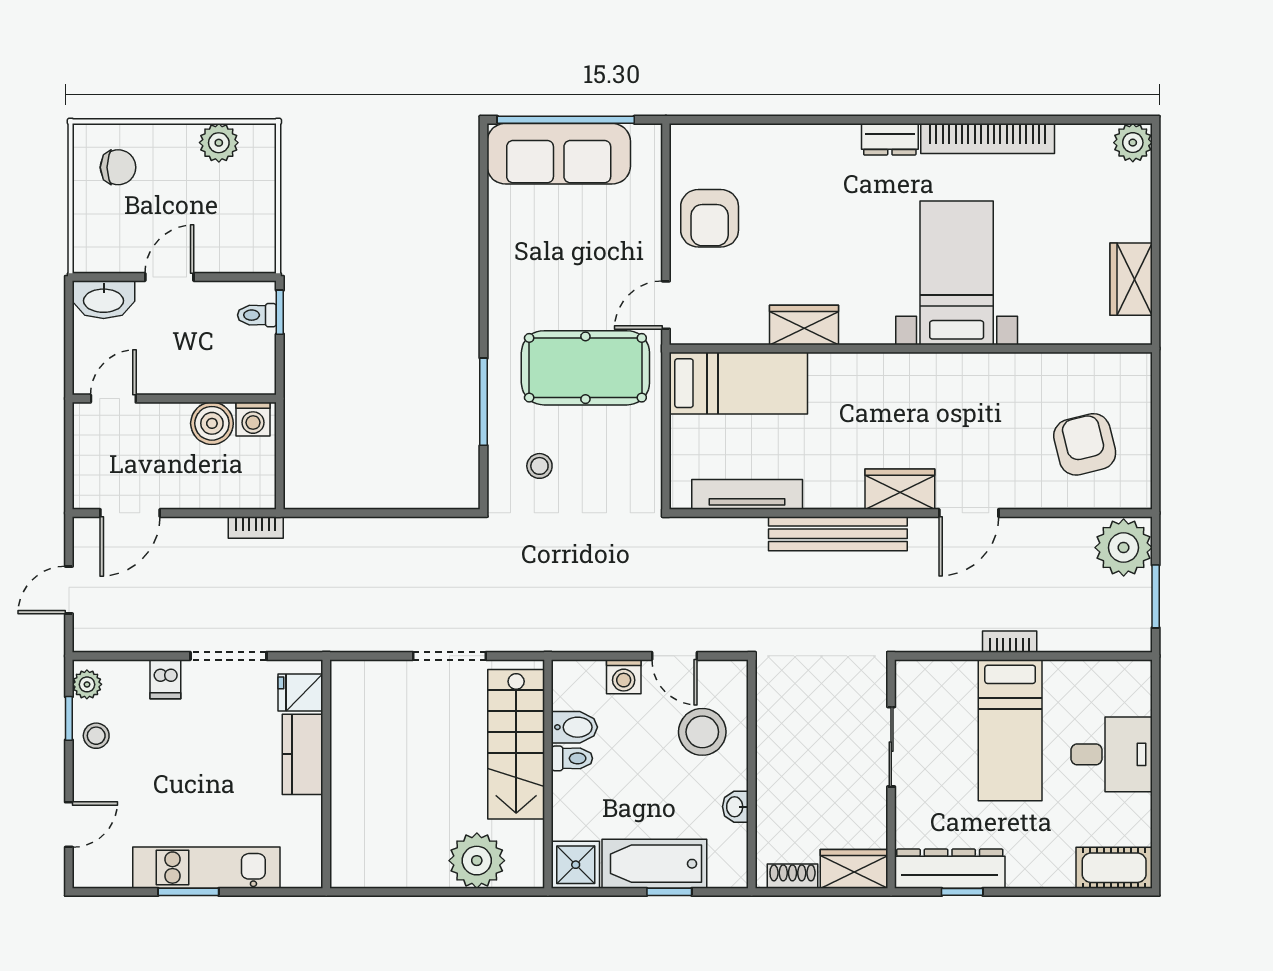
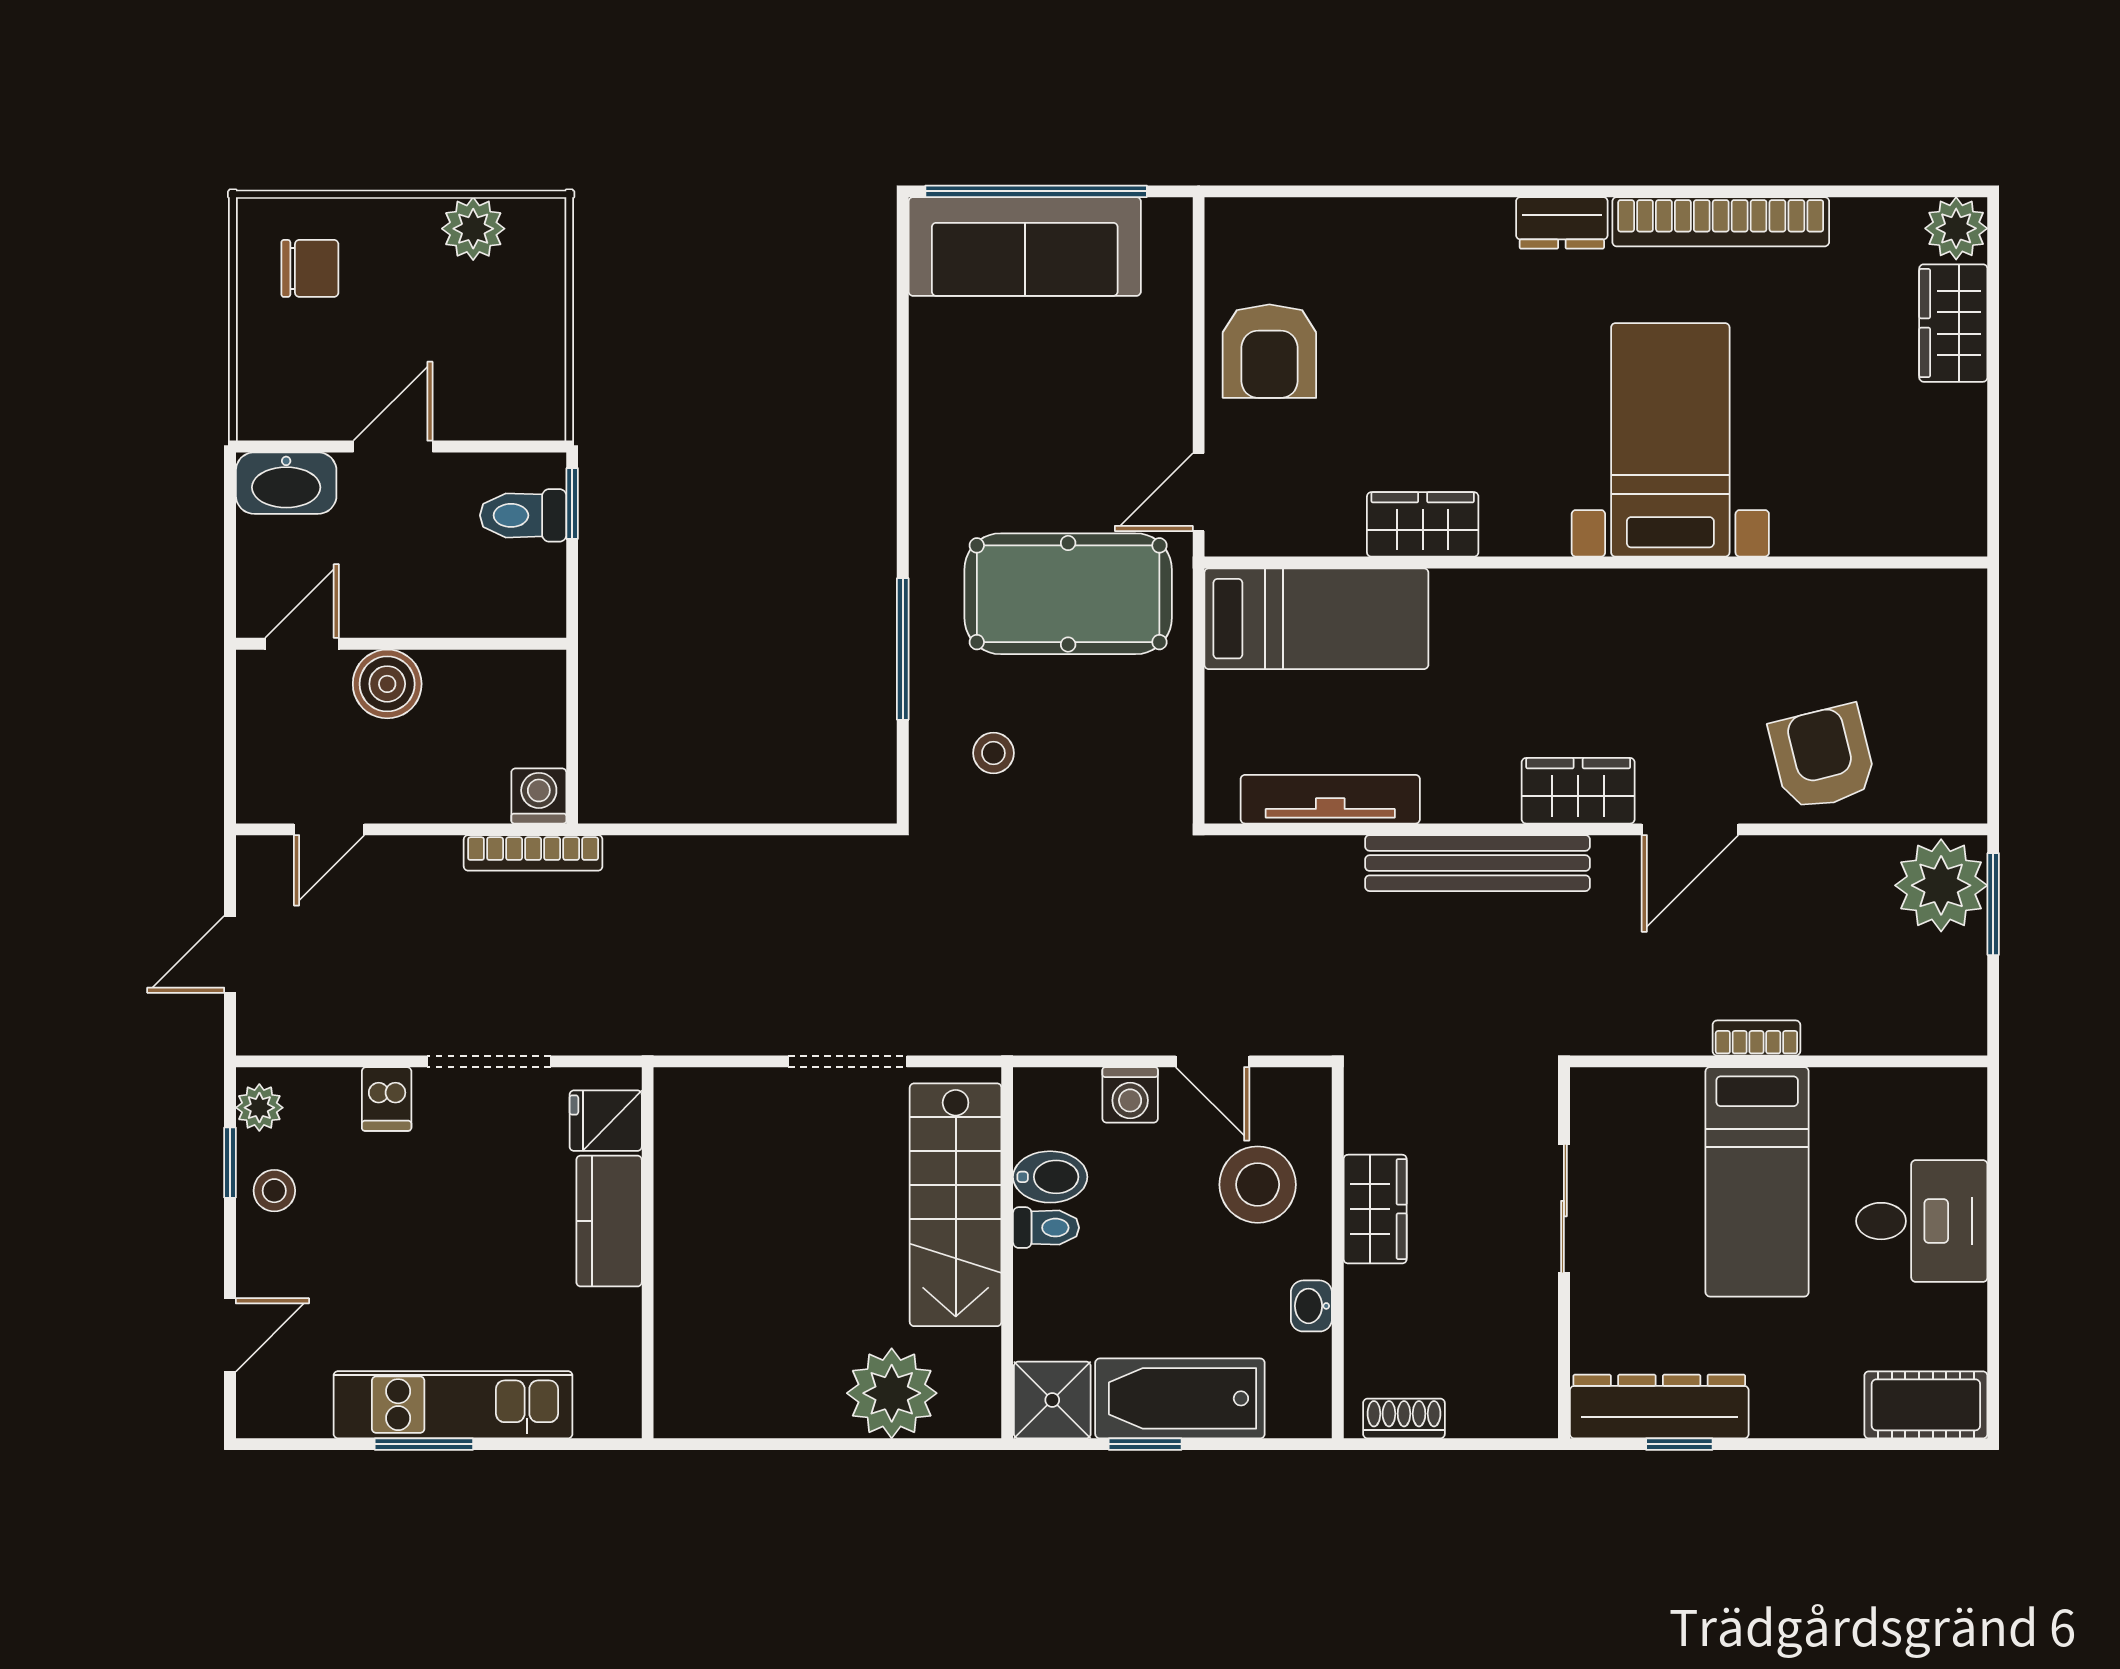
wardrobe: (1131, 279) -> (1953, 323), moved
toilet: (257, 315) -> (523, 515), width x1.37, depth x1.39
washing machine: (253, 419) -> (539, 796), moved, turned 180
boiler: (212, 423) -> (387, 684), moved
armchair: (1085, 444) -> (1823, 757), moved
door: (130, 513) -> (329, 829), width x0.73
bookcase: (256, 527) -> (533, 853), width x1.56
window: (1156, 596) -> (1993, 904), moved
wardrobe: (854, 869) -> (1375, 1209), moved, turned 90
window: (669, 892) -> (1145, 1444), moved

